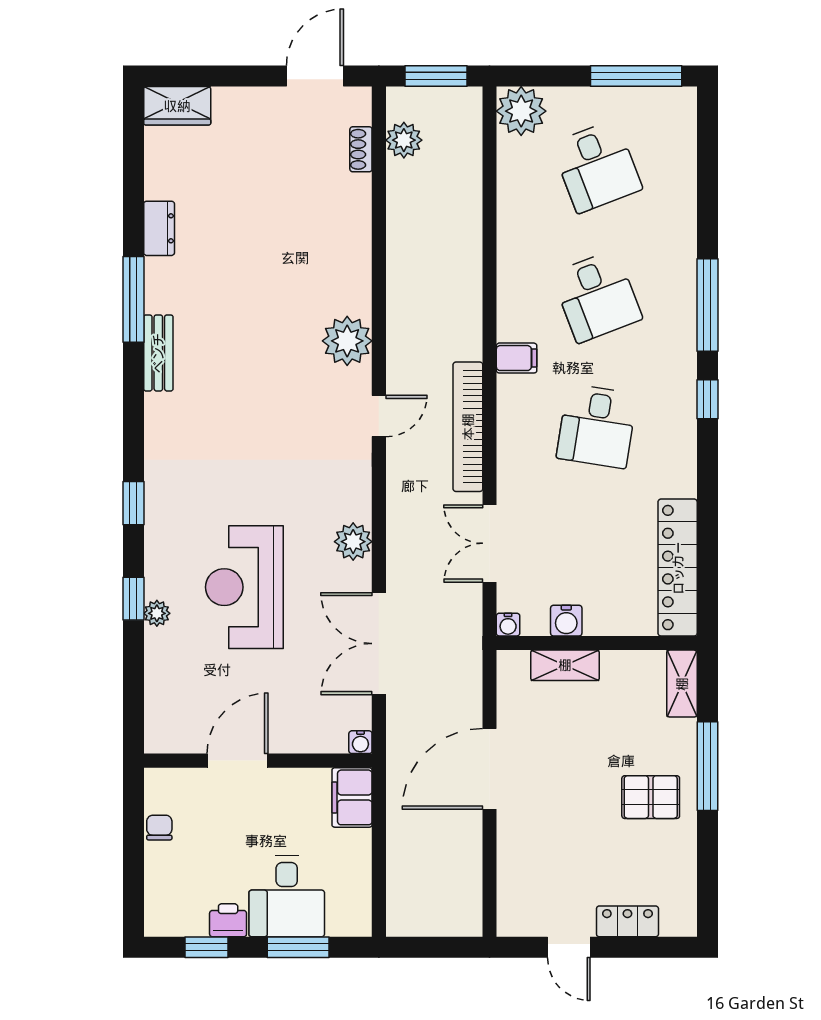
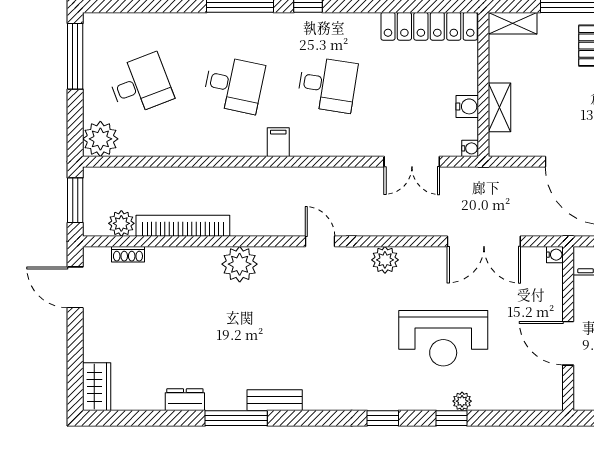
desk: (597, 296) -> (234, 85), turned 33
plant: (347, 341) -> (240, 264), moved
bookcase: (468, 427) -> (183, 226), moved, turned 180
plant: (353, 542) -> (385, 260), moved

